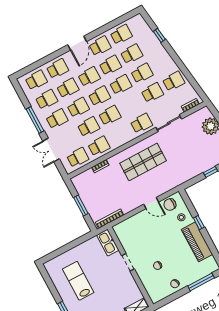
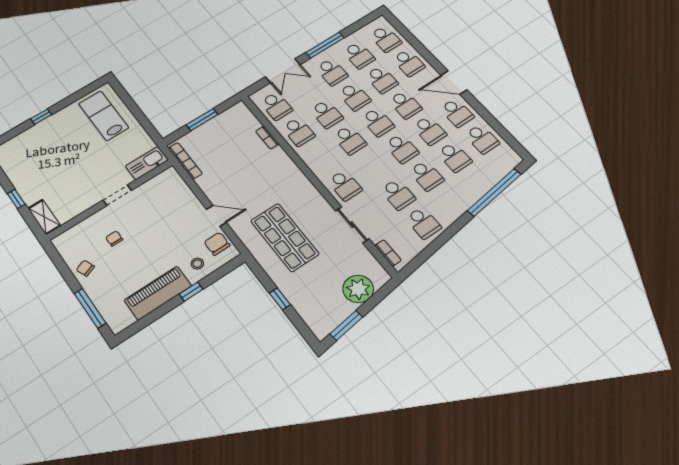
window: (159, 35) -> (494, 192), width x3.17
double door: (51, 150) -> (283, 71), swing flipped
shop shelf: (143, 162) -> (285, 237), moved
door: (151, 203) -> (216, 216), swing flipped
lab bench: (78, 281) -> (104, 116), moved, turned -90

